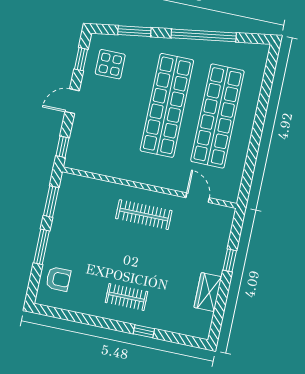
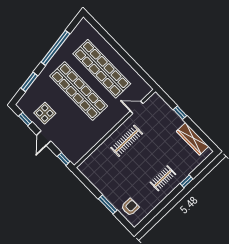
display table: (110, 64) -> (45, 113), moved
window: (51, 202) -> (88, 184), removed
wardrobe: (208, 292) -> (193, 139), width x1.50

